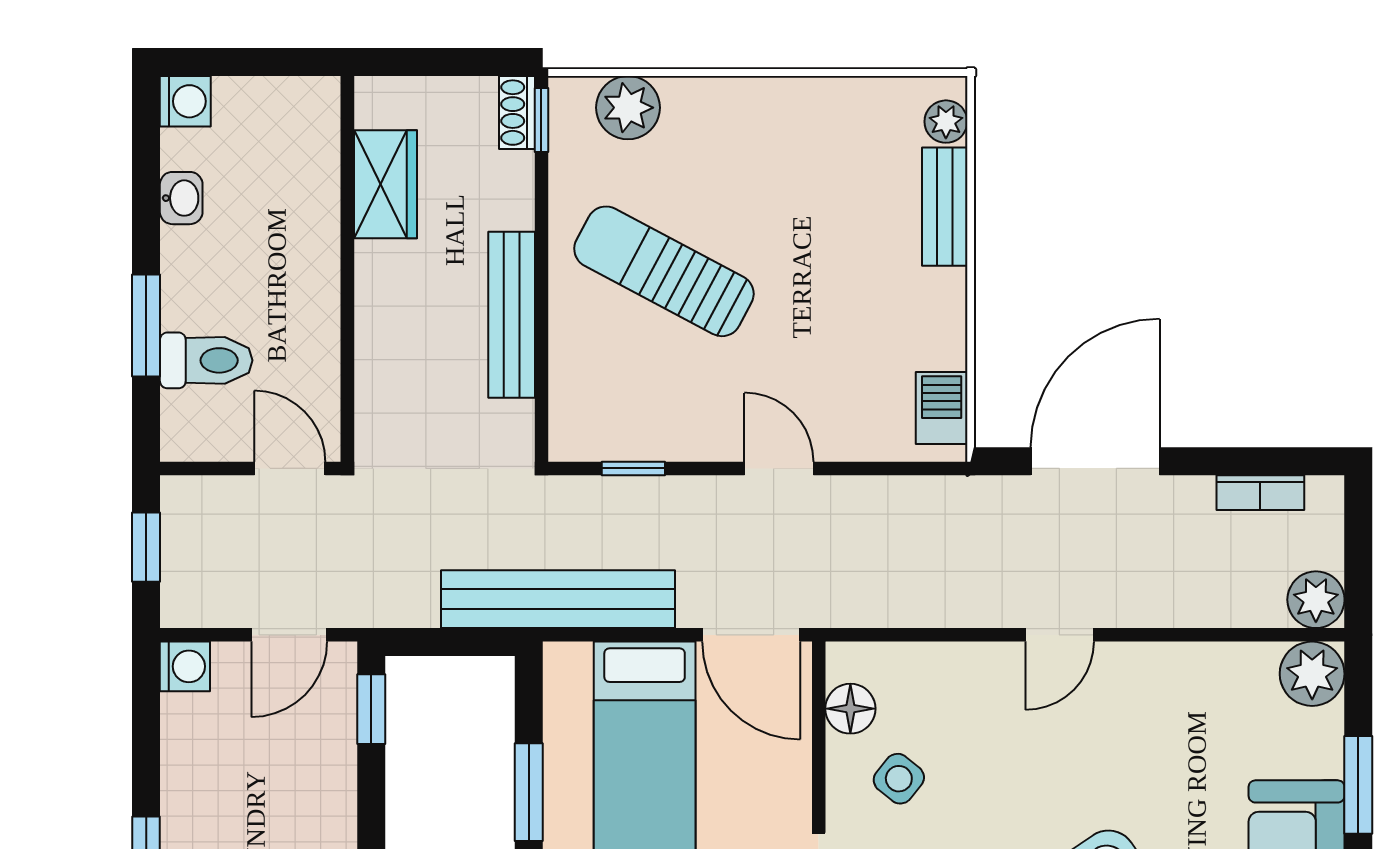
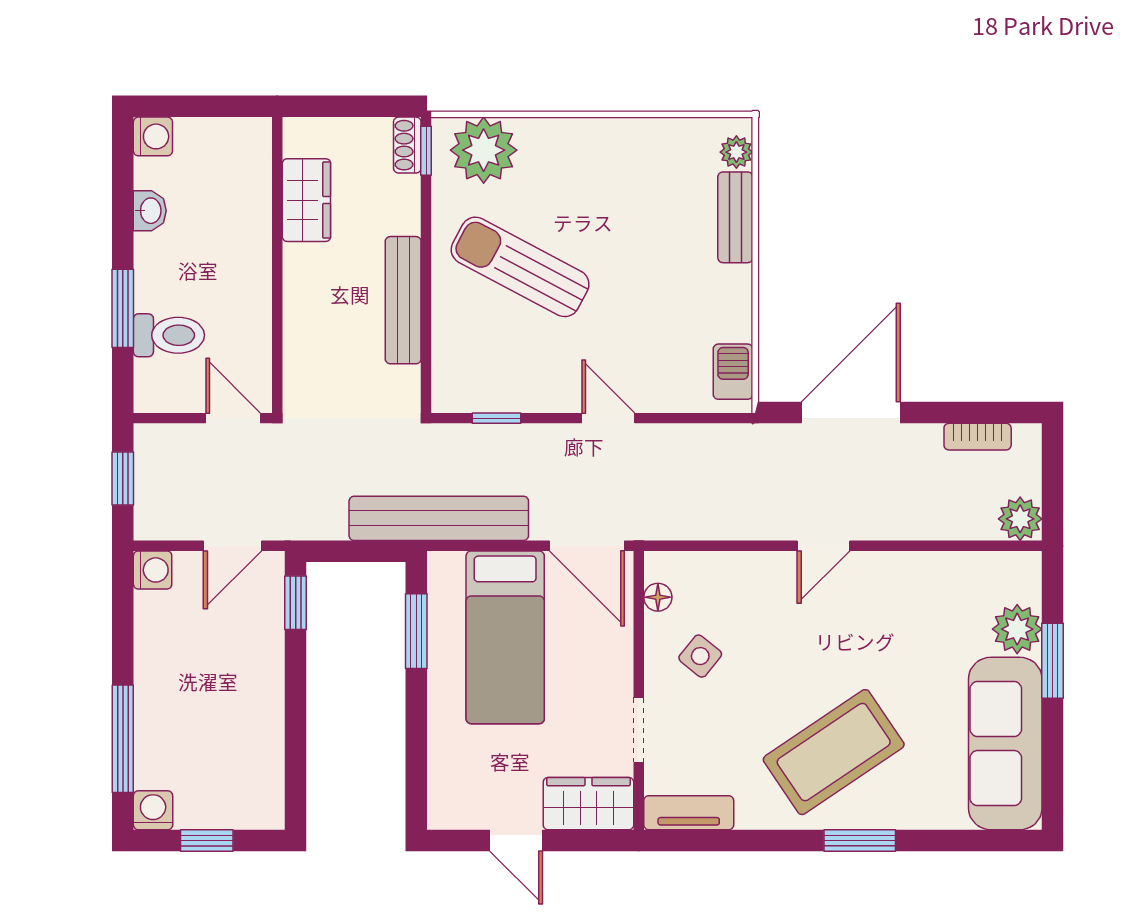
plant: (628, 108) -> (484, 150), width x1.36, depth x1.36
plant: (1312, 674) -> (1017, 629), moved
floor lamp: (850, 709) -> (658, 597), width x0.73, depth x0.73
window: (529, 792) -> (416, 631), moved

